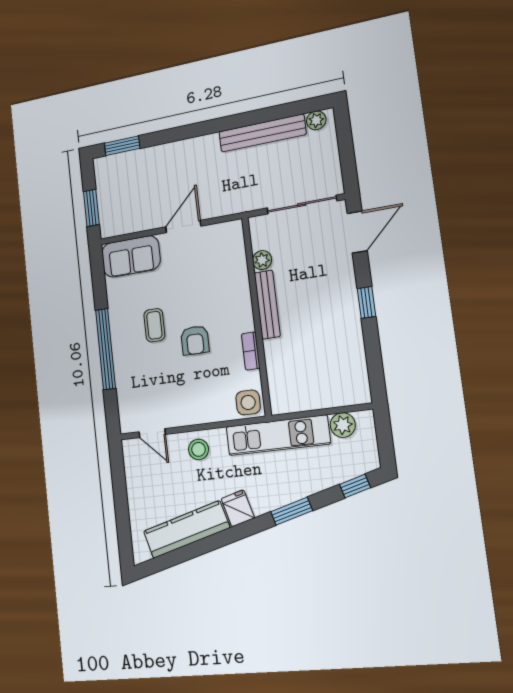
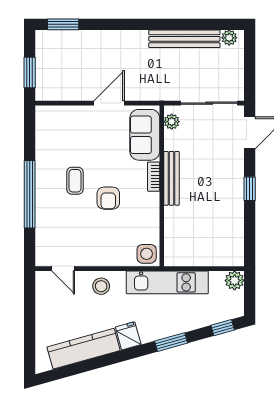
sofa: (131, 256) -> (145, 135), moved, turned 90
plant: (262, 260) -> (172, 122), moved
bookcase: (251, 351) -> (154, 177), moved
plant: (343, 425) -> (235, 280), moved

